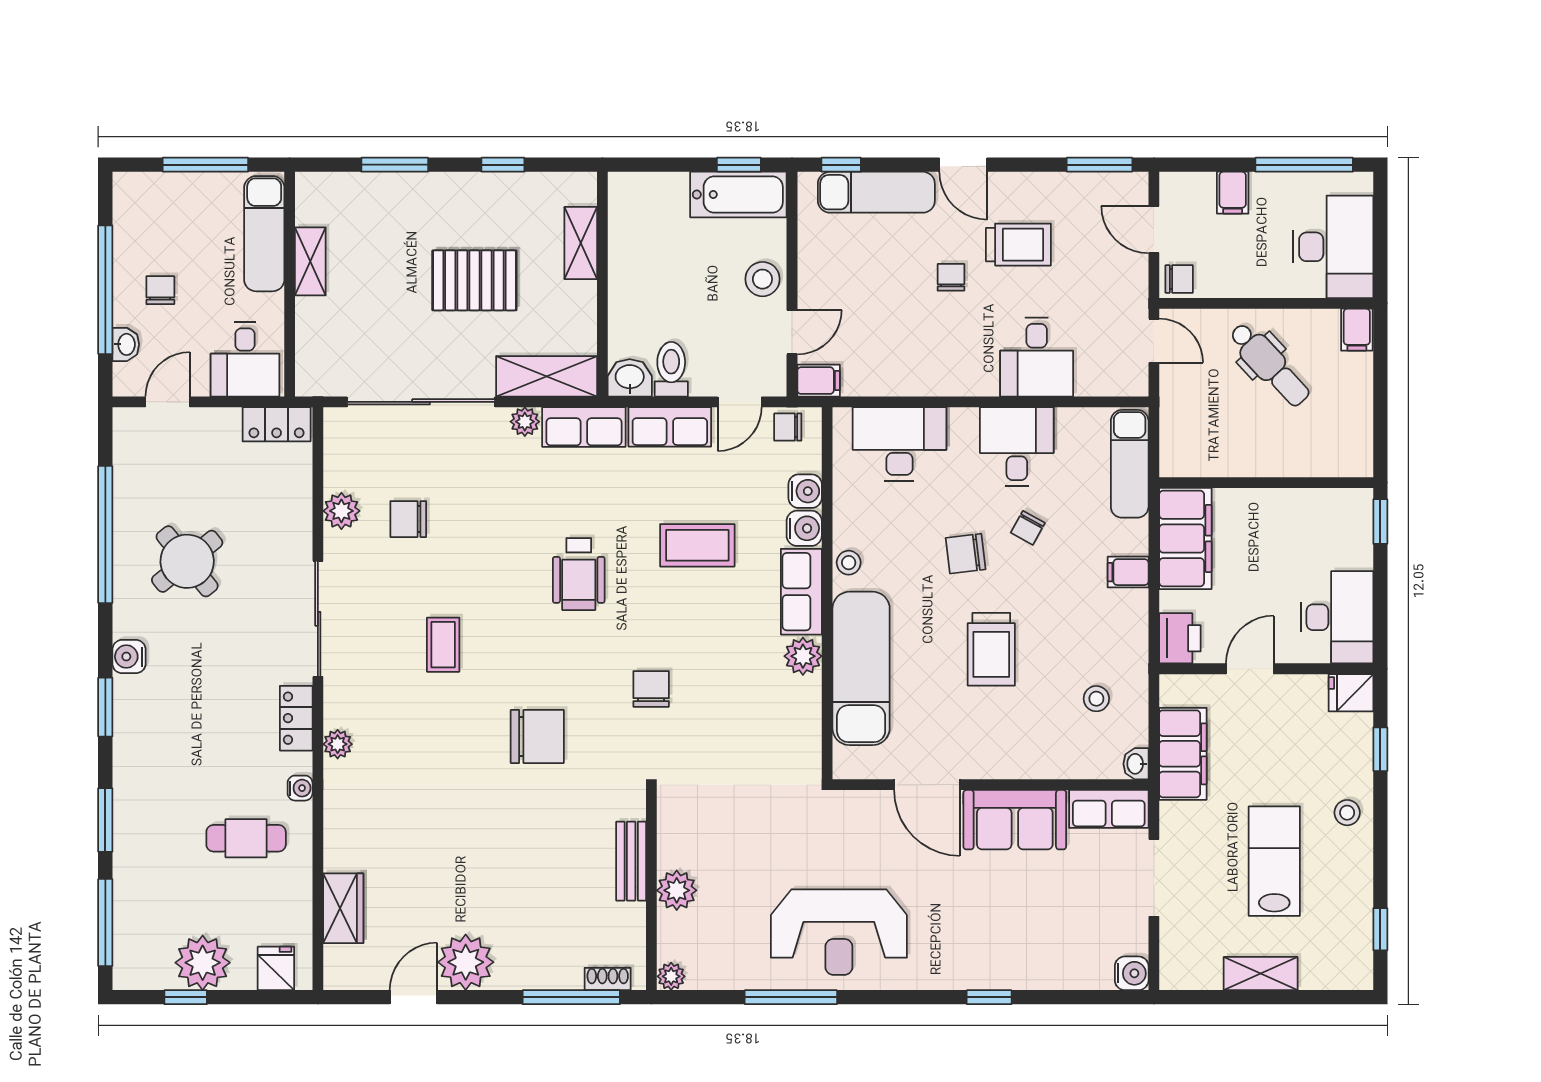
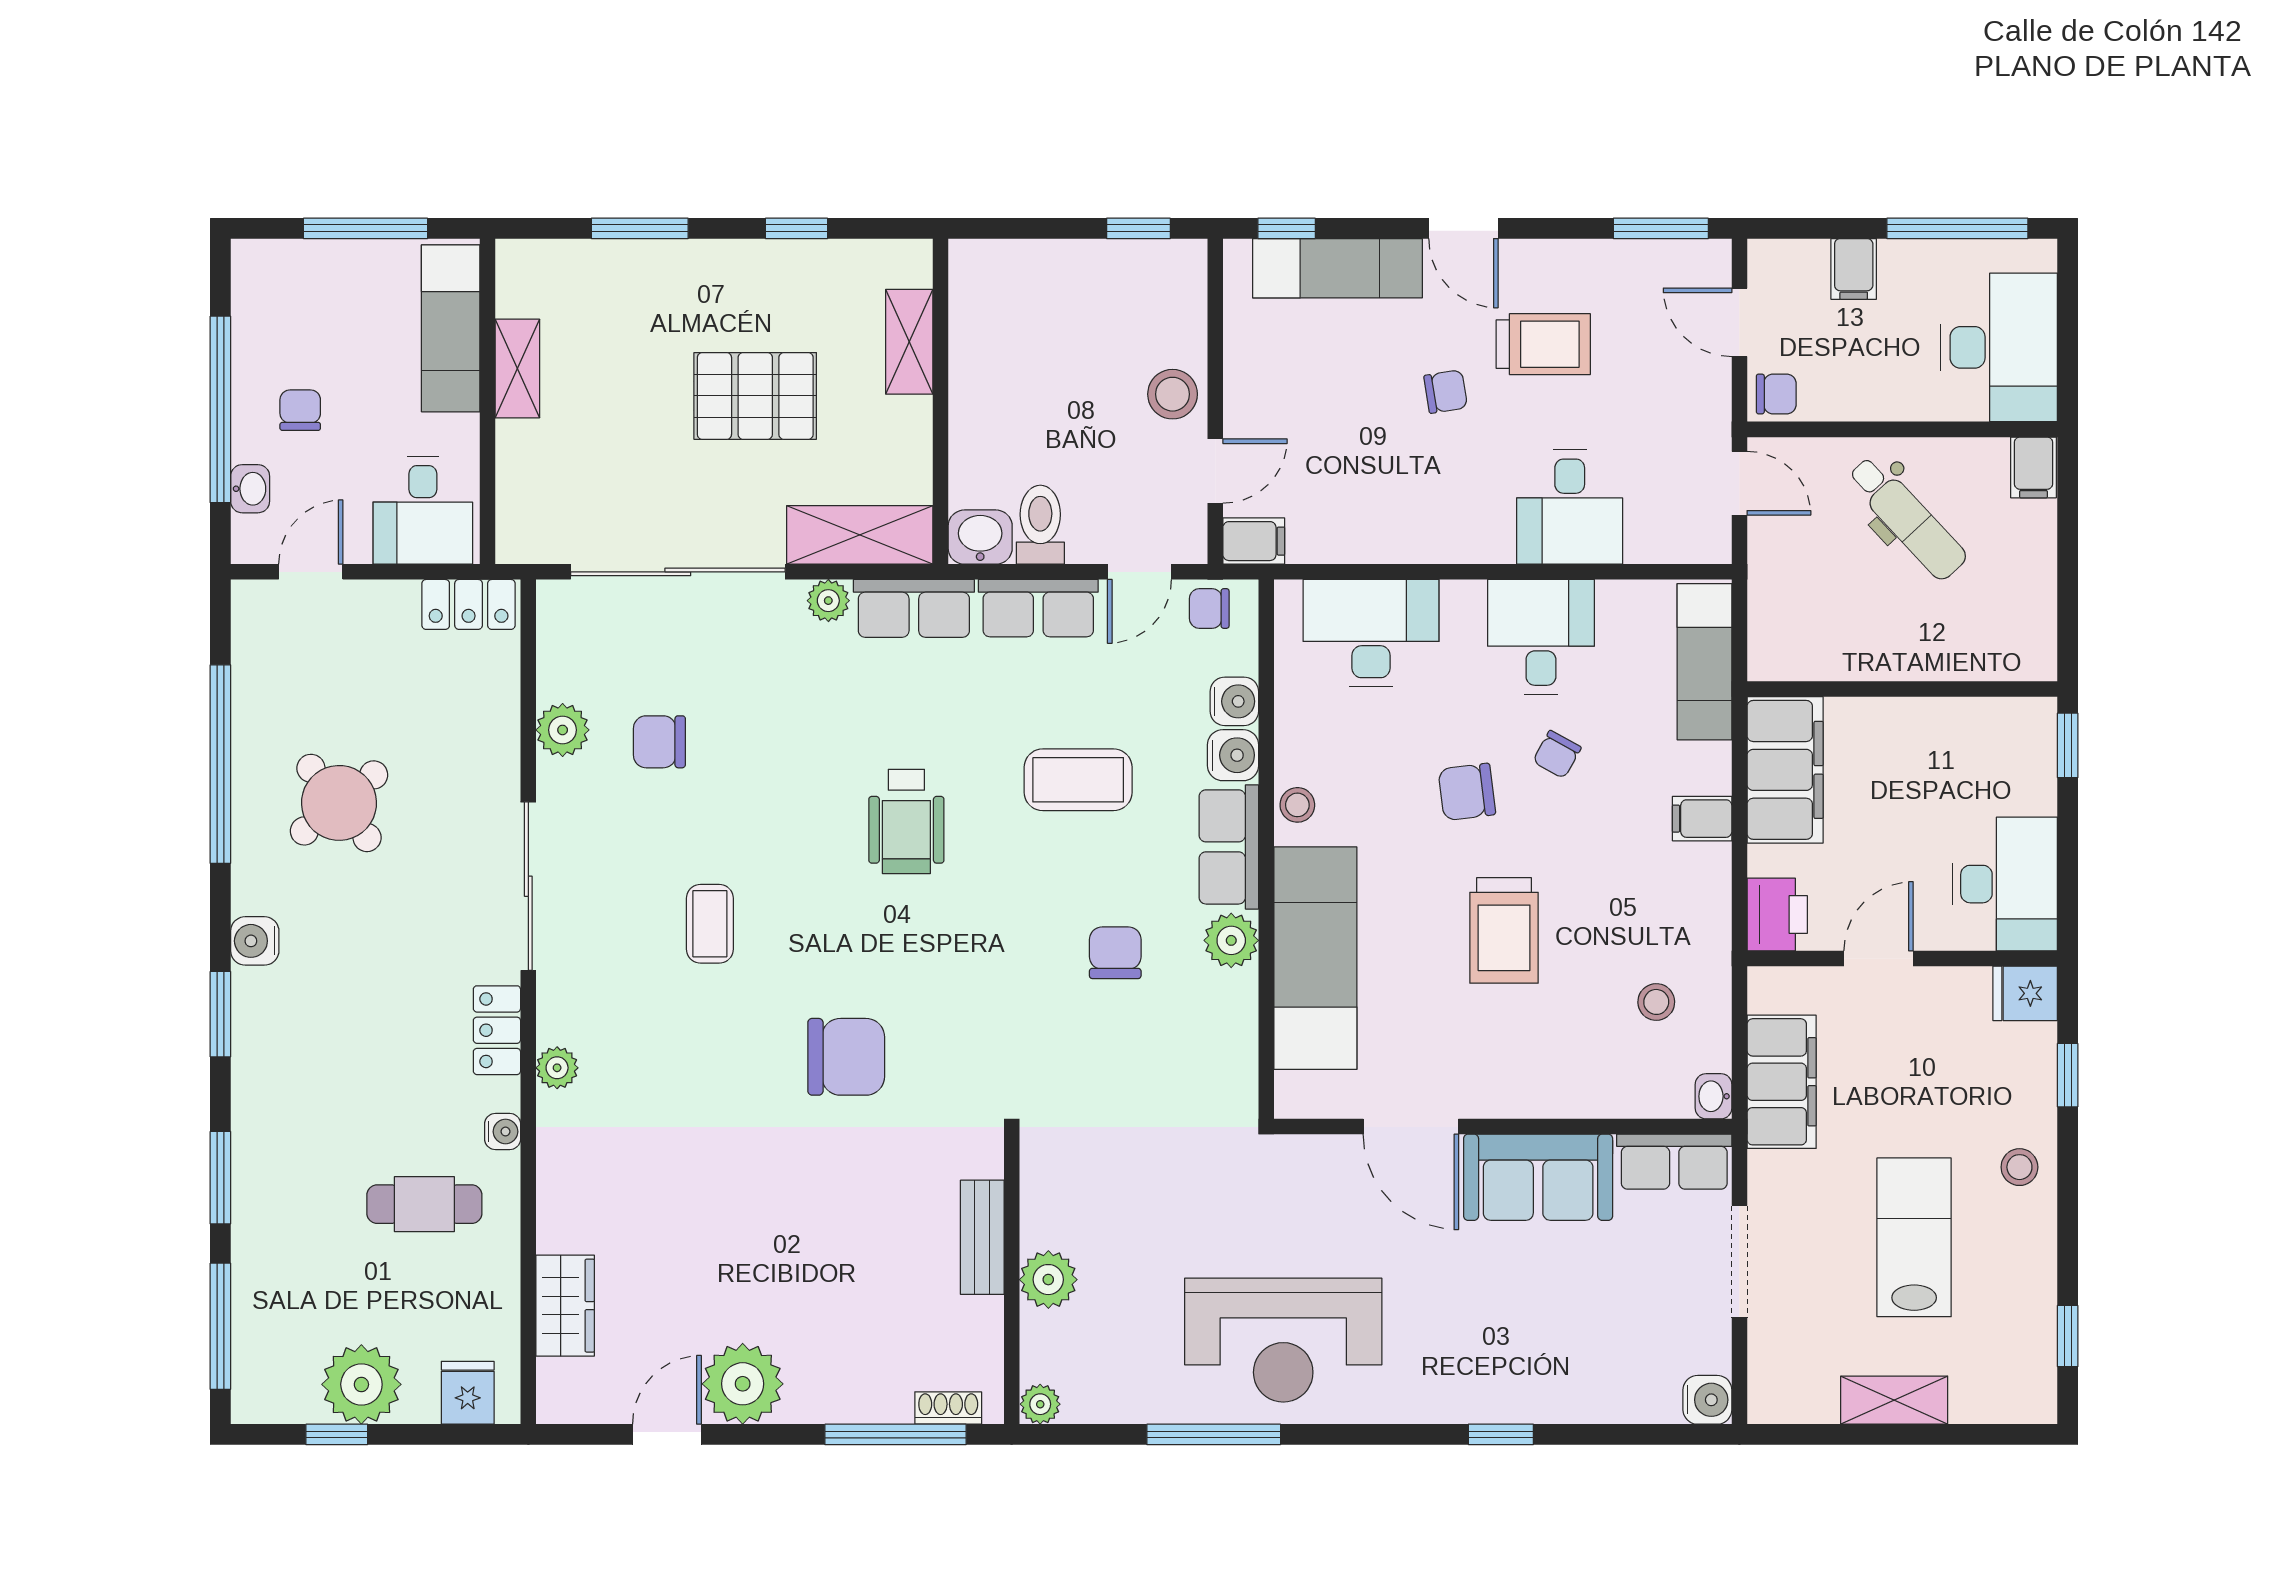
bathtub: (738, 194) -> (1138, 272), removed
chair: (951, 277) -> (1446, 392), turned 81
chair: (651, 689) -> (1115, 953), moved

